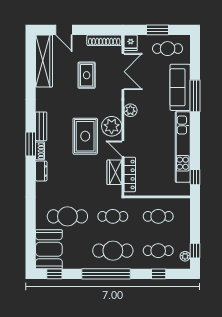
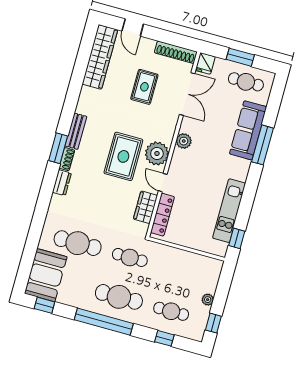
kitchen unit: (183, 147) -> (229, 211), width x0.73
cafe table: (158, 216) -> (182, 272), removed
plant: (185, 256) -> (208, 300), moved

